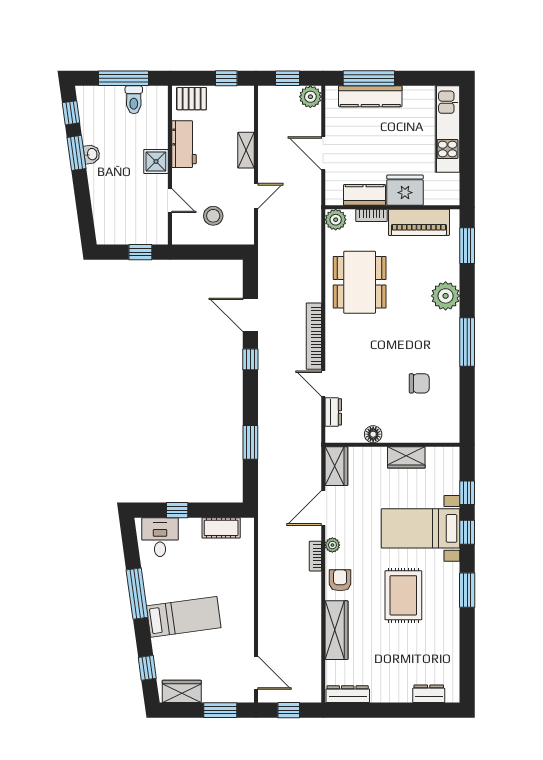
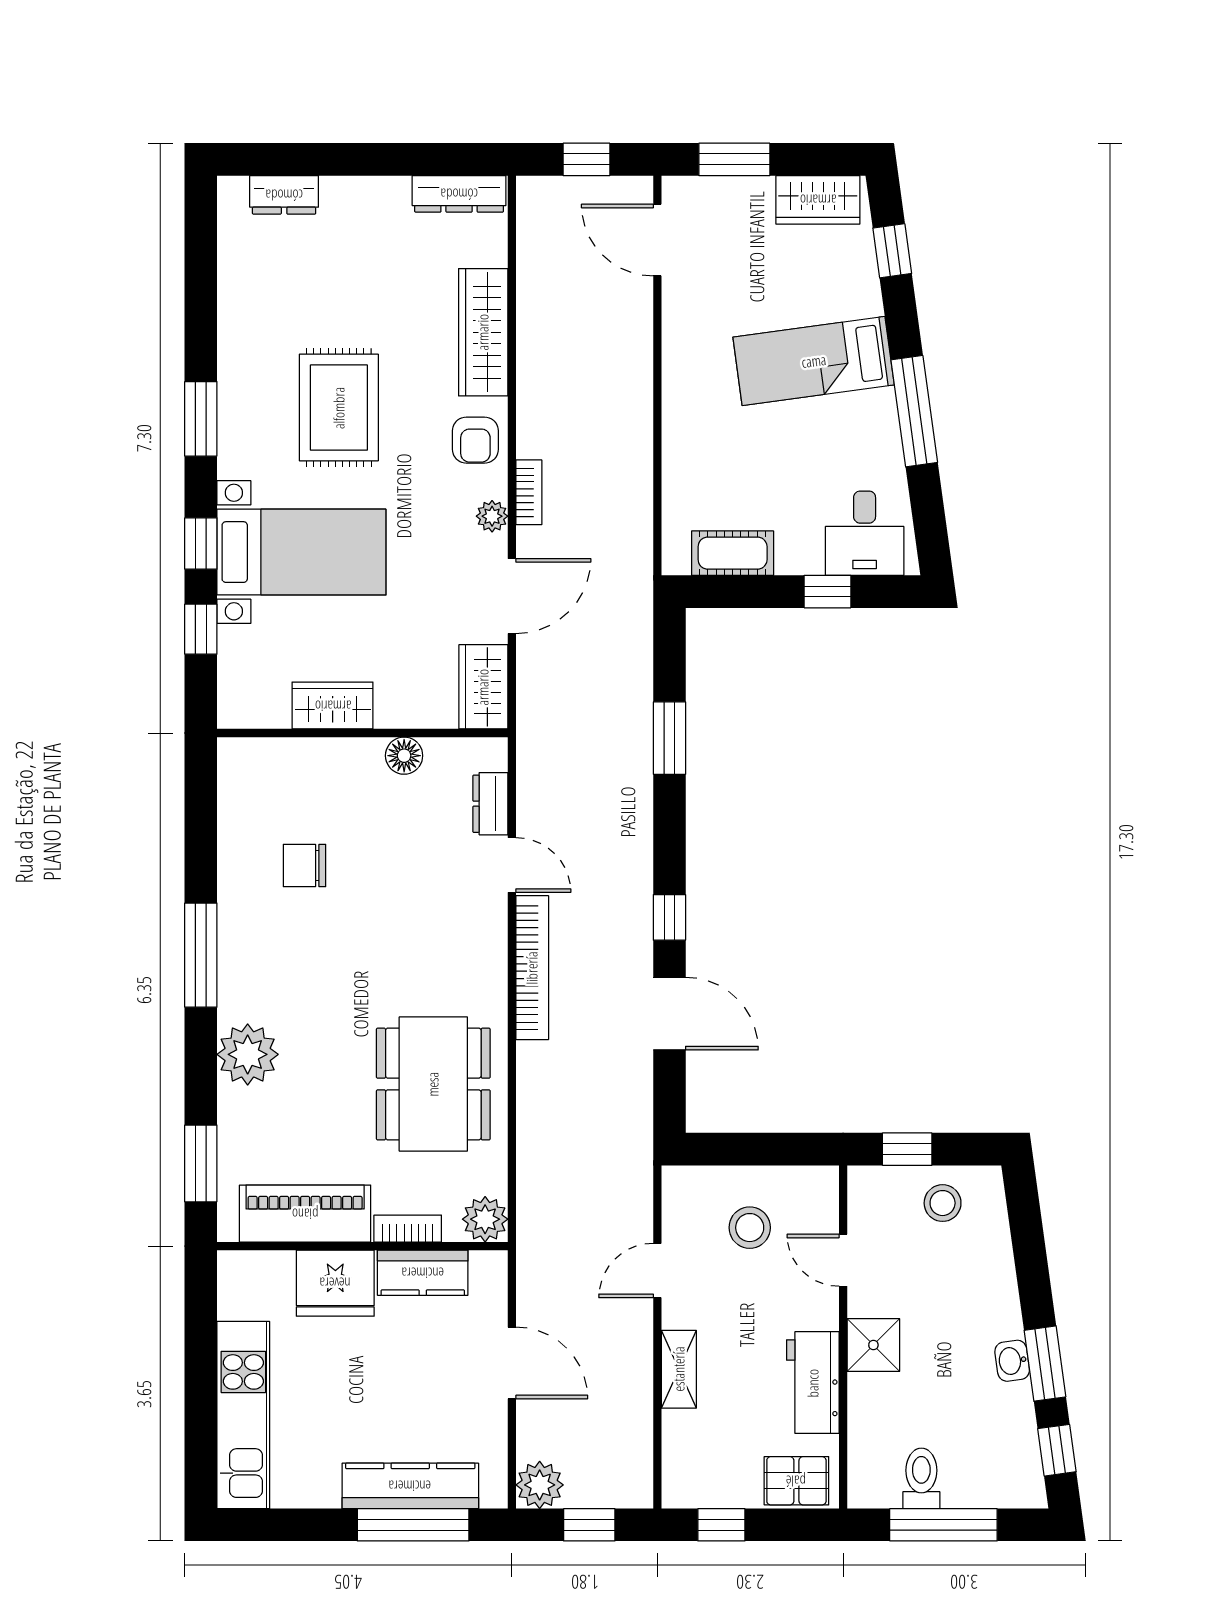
stool: (124, 227) -> (943, 1203), added

